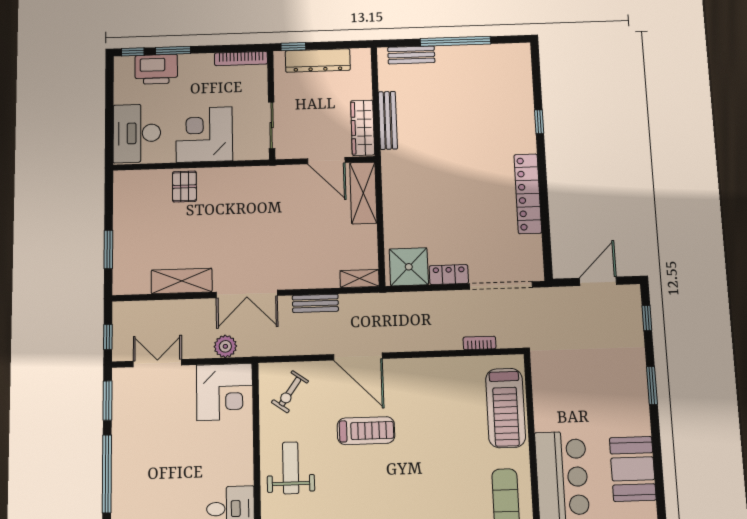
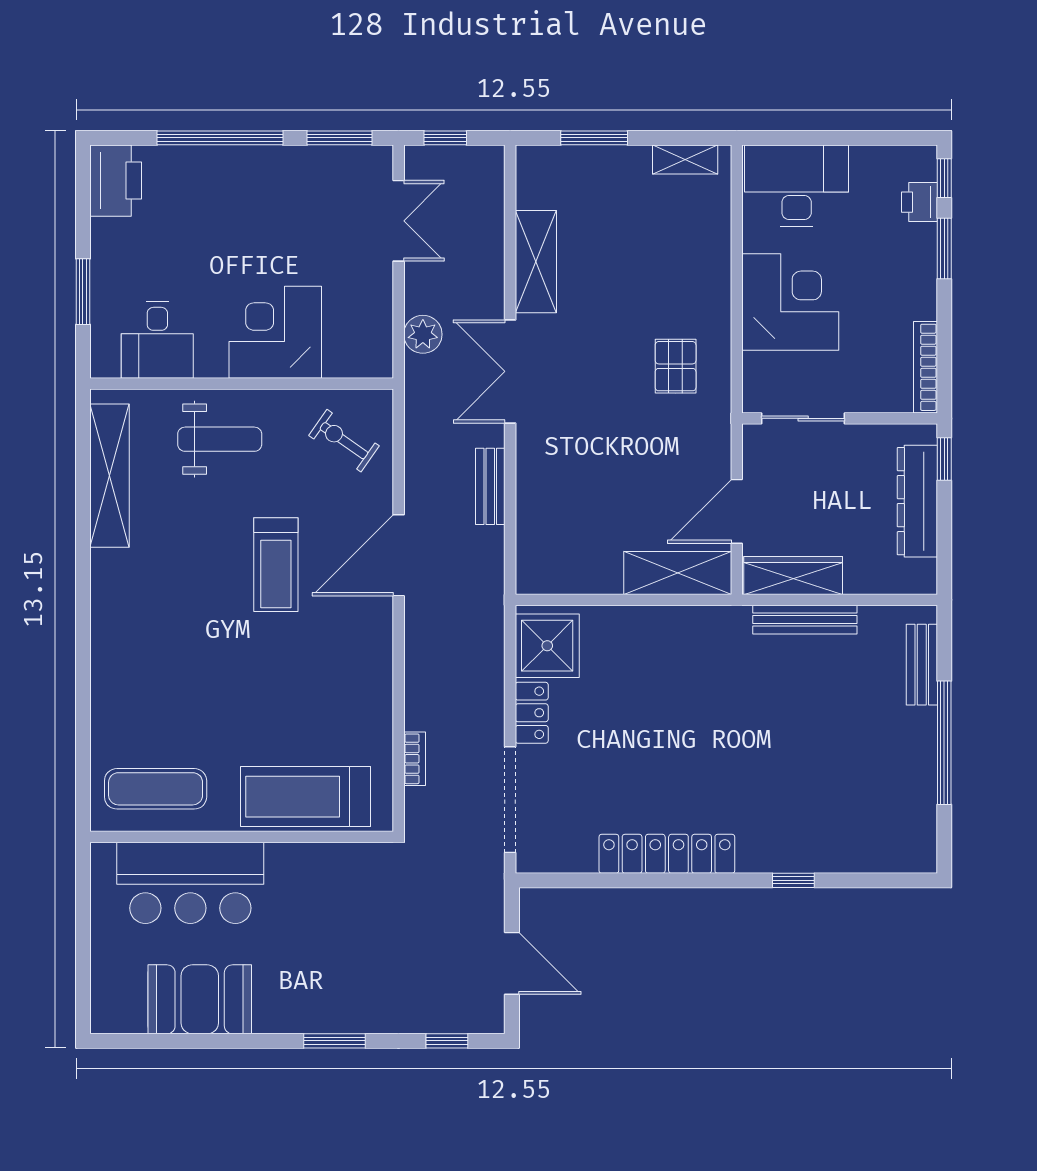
printer: (156, 69) -> (919, 202), width x0.53, depth x0.68
pallet: (184, 187) -> (676, 366), moved, turned 90
shelving: (360, 279) -> (685, 159), moved, turned 90
corner desk: (225, 392) -> (275, 332), moved, turned 90

